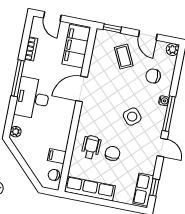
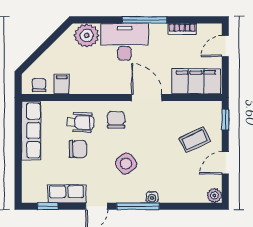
chair: (153, 76) -> (116, 120), moved
plant: (16, 132) -> (87, 35), width x1.88, depth x1.88
row of seats: (143, 190) -> (67, 194), moved

